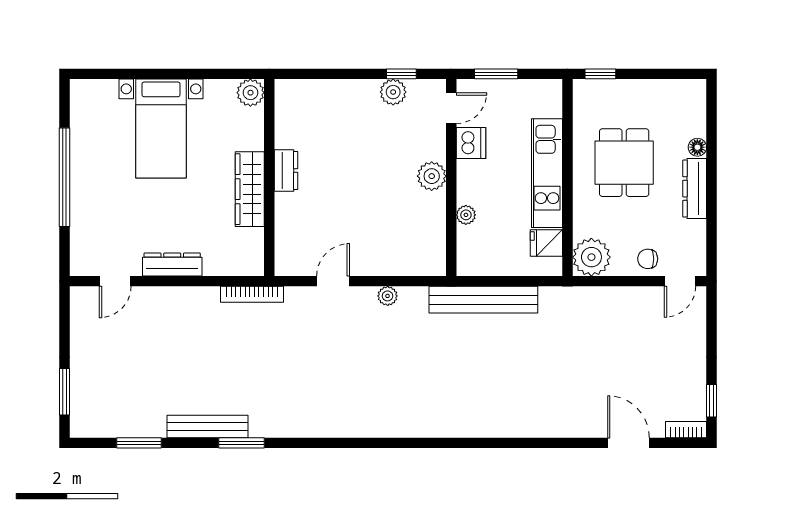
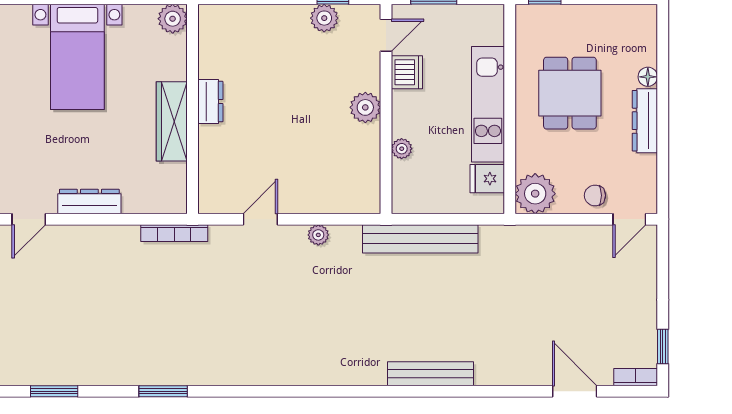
bench: (208, 427) -> (431, 374), moved

